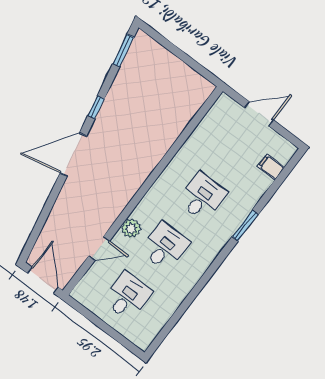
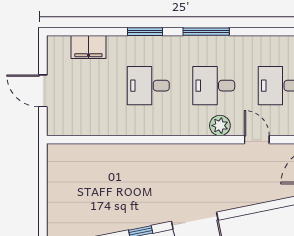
filing cabinet: (271, 167) -> (88, 47), width x2.00
window: (210, 272) -> (206, 32), added

